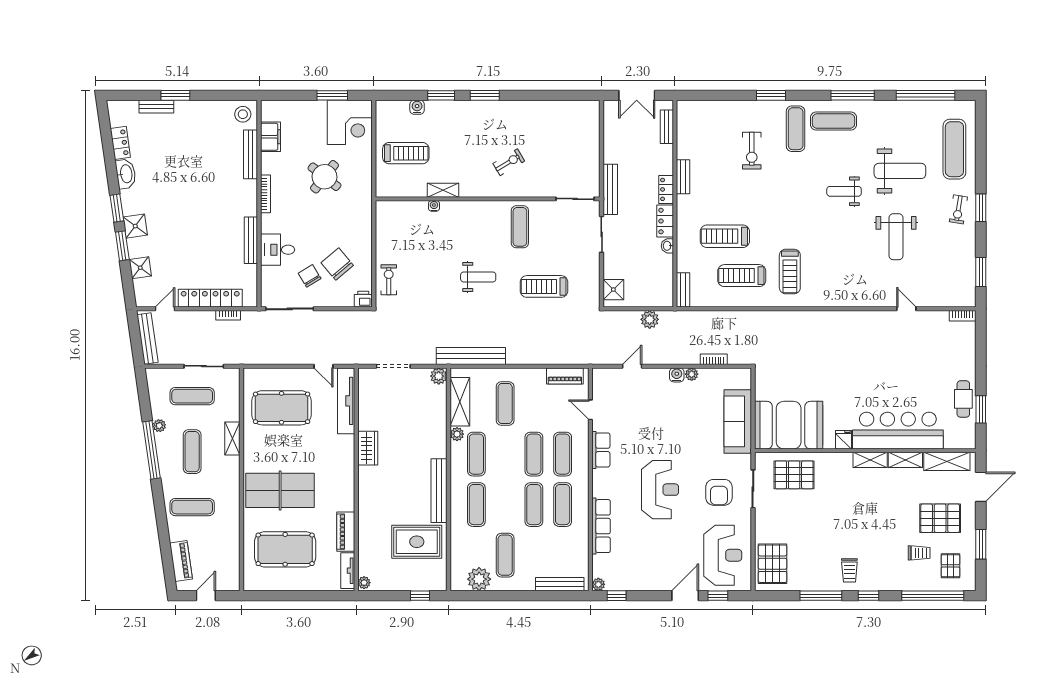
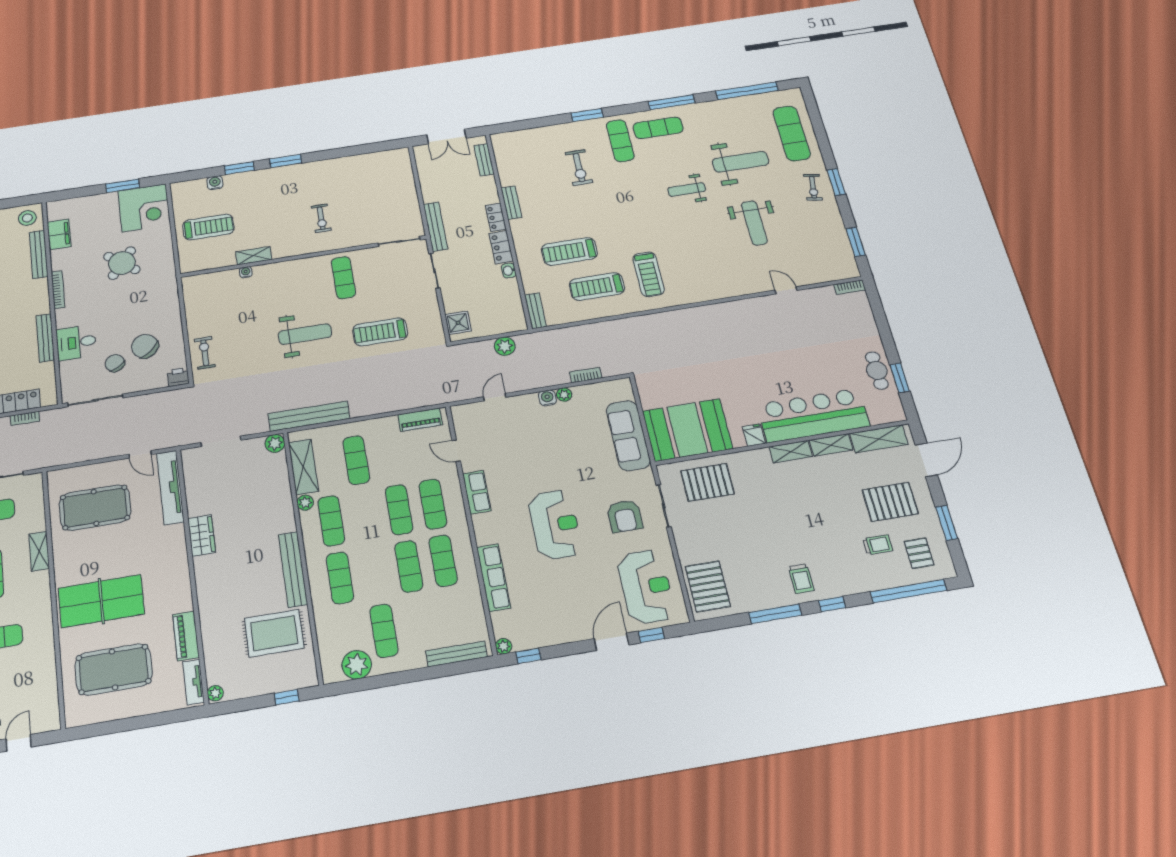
exercise bike: (509, 162) -> (321, 218), turned 121
weight bench: (478, 277) -> (305, 334), width x1.36, depth x1.33

